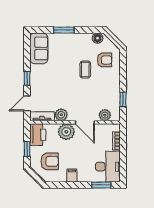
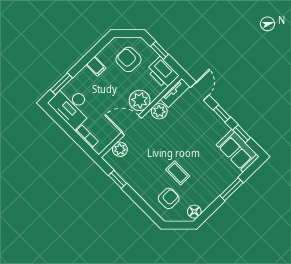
window: (27, 56) -> (242, 134), added
armchair: (105, 60) -> (169, 198), turned 180
armchair: (50, 161) -> (128, 59), turned 90

